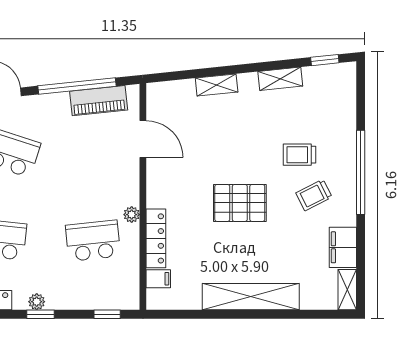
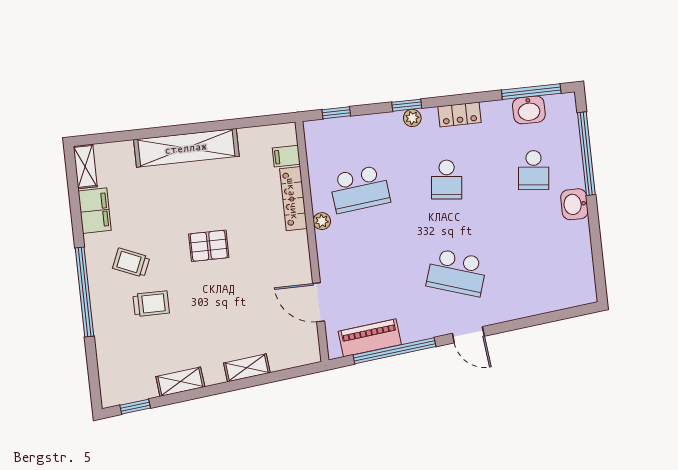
trolley: (314, 195) -> (131, 263), turned -130
pallet: (240, 203) -> (209, 246), width x0.67, depth x0.71

